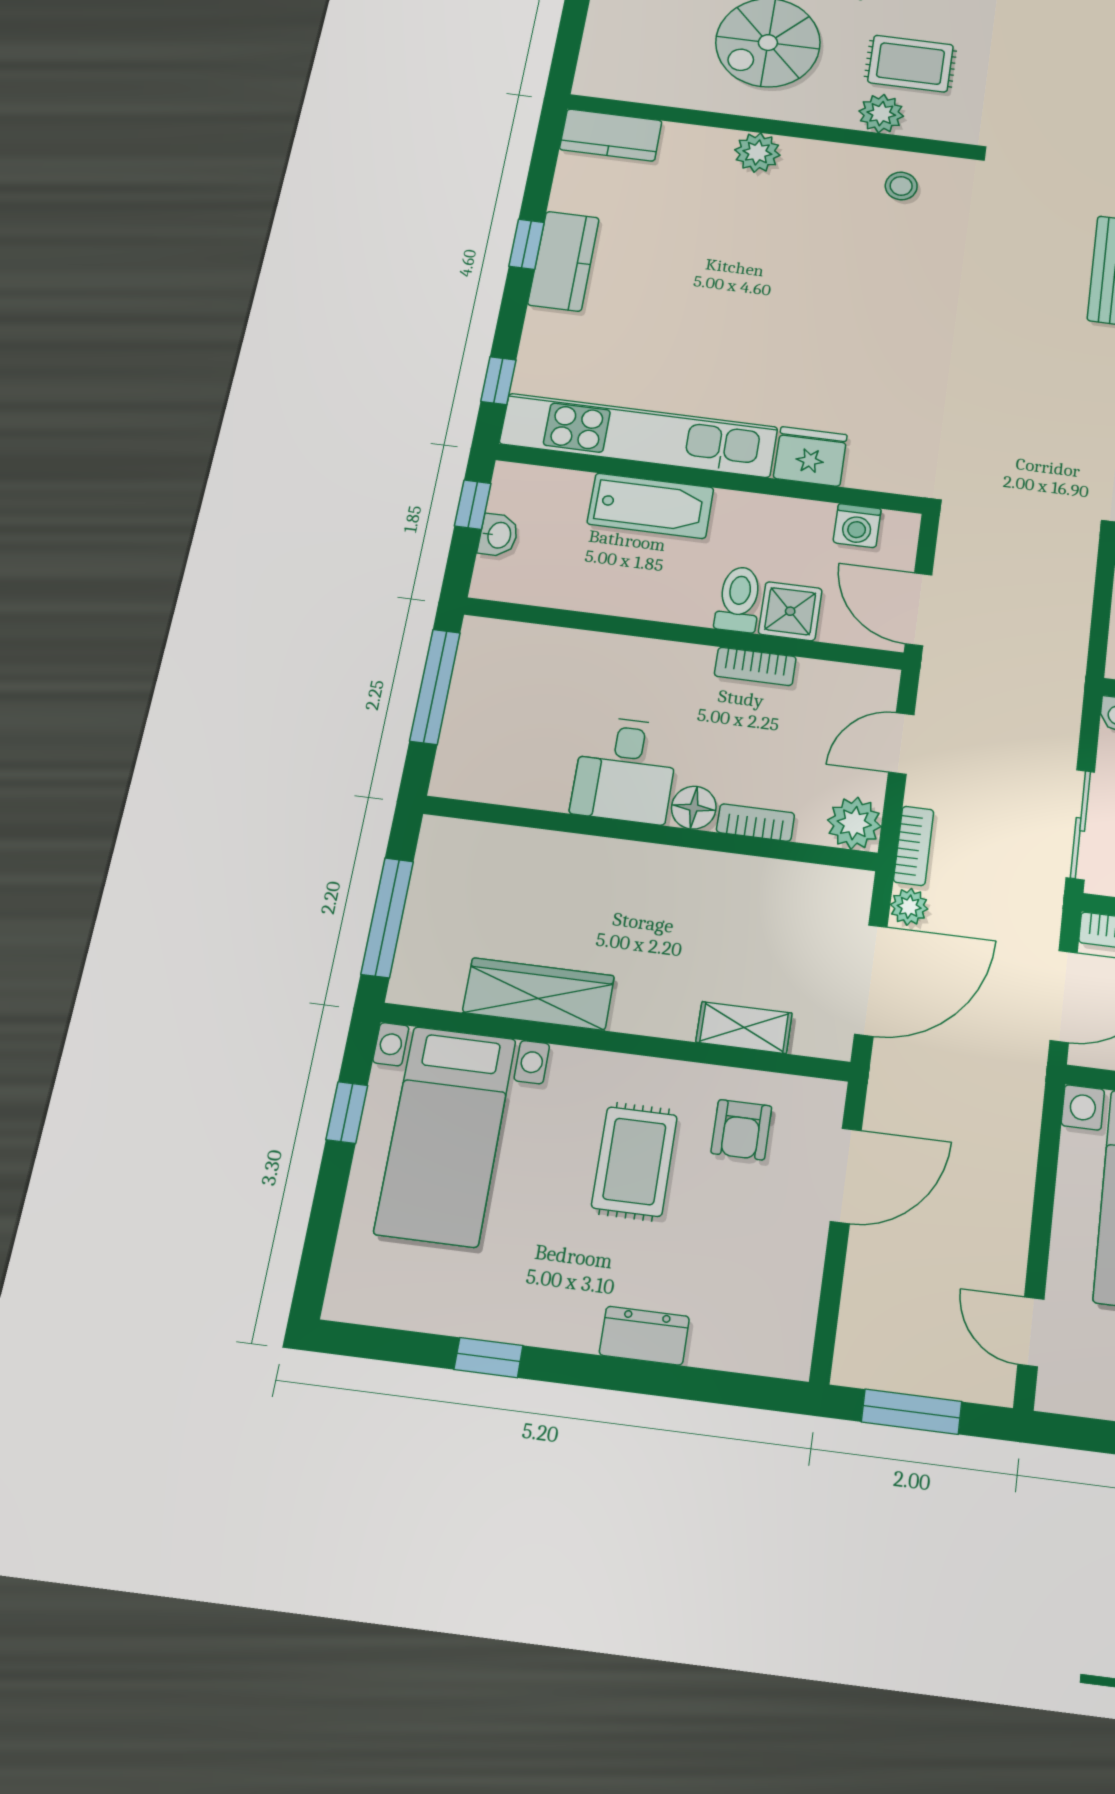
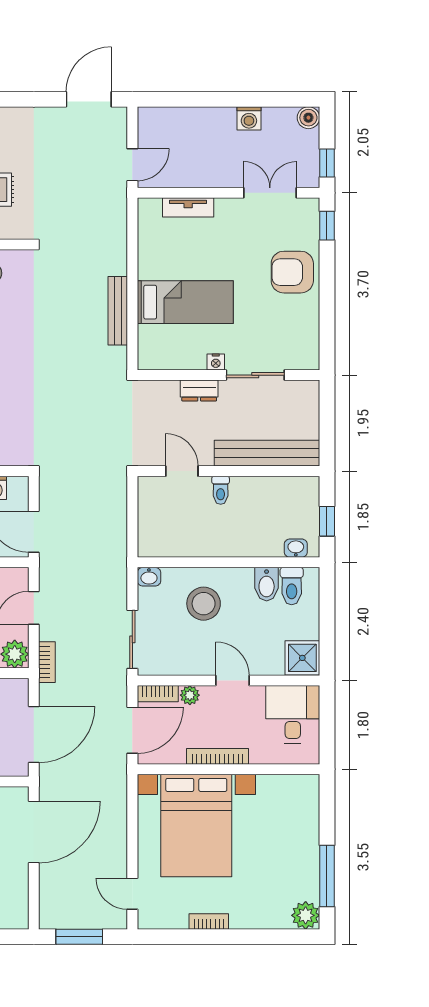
plant: (909, 907) -> (48, 694), removed
door: (846, 1176) -> (34, 832), width x1.36

